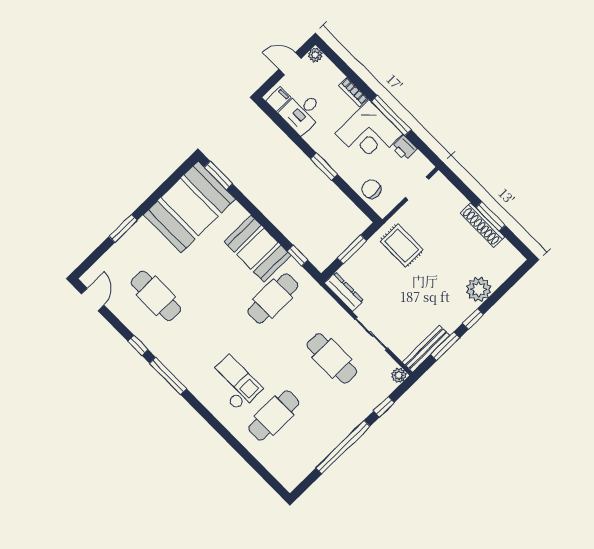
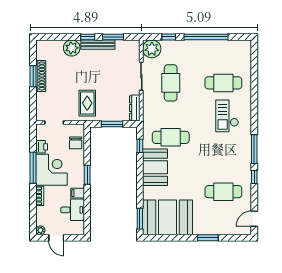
filing cabinet: (278, 99) -> (78, 193), moved
cafe table: (156, 296) -> (223, 192), turned 90
bench: (426, 349) -> (98, 45), moved
plant: (399, 375) -> (152, 49), width x1.88, depth x1.88

